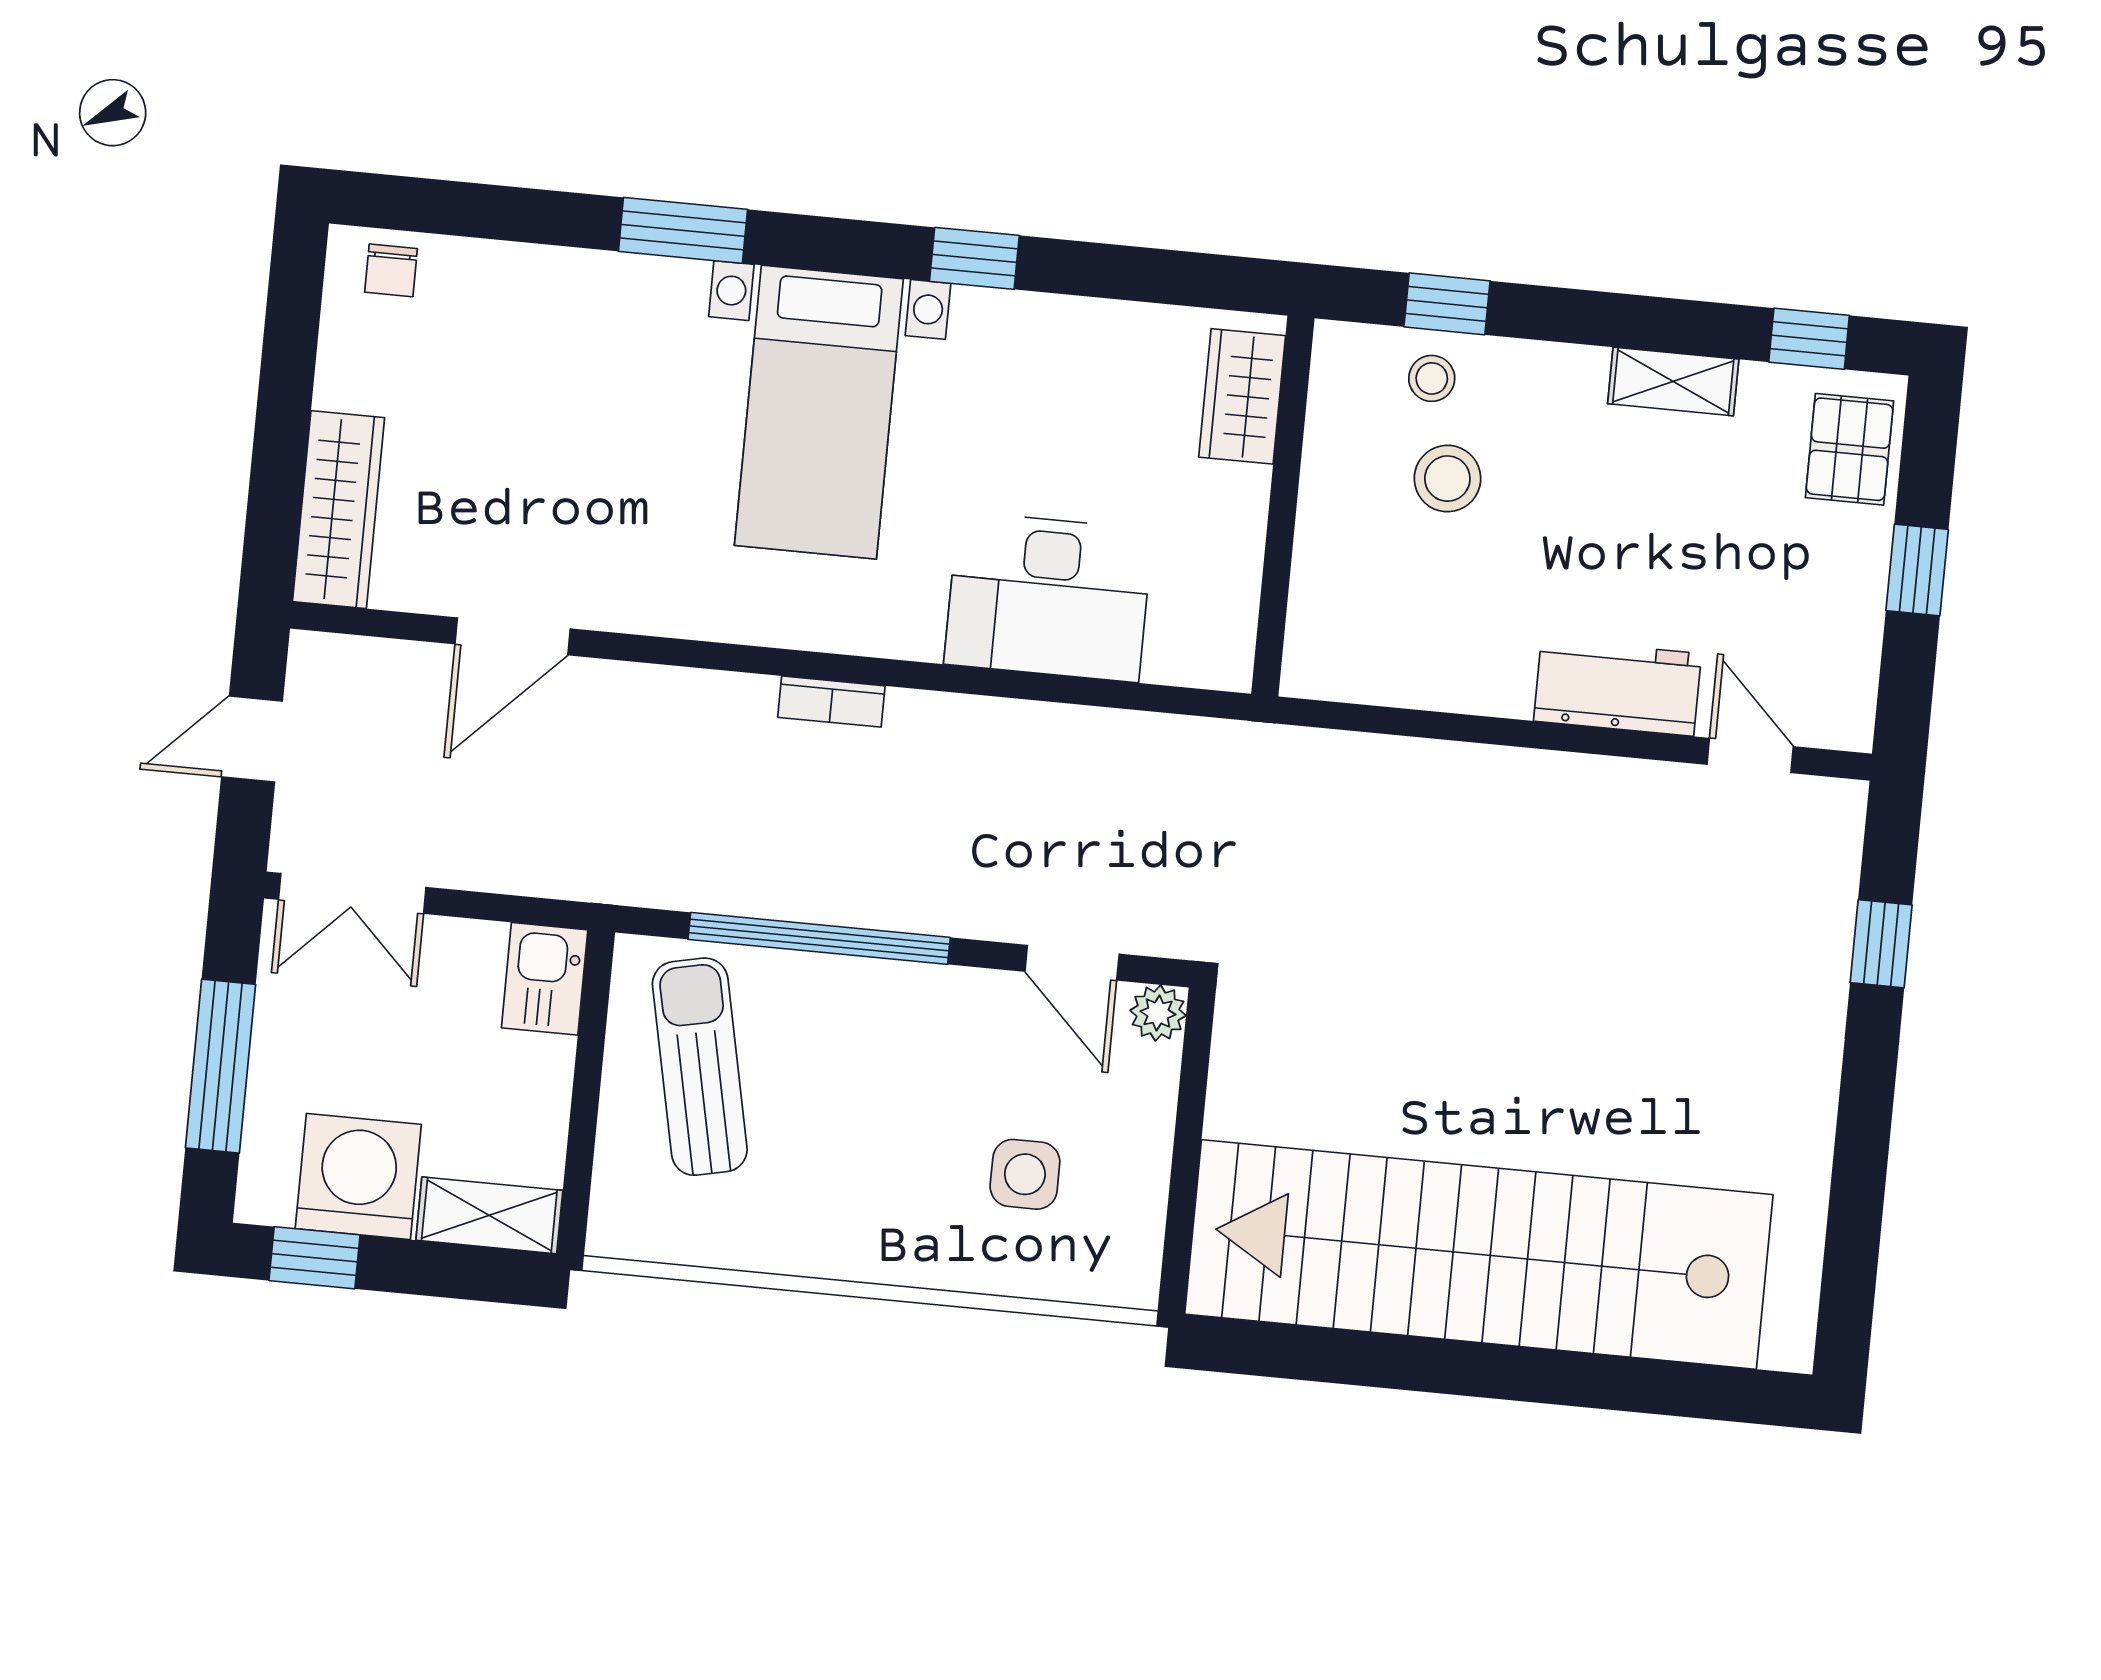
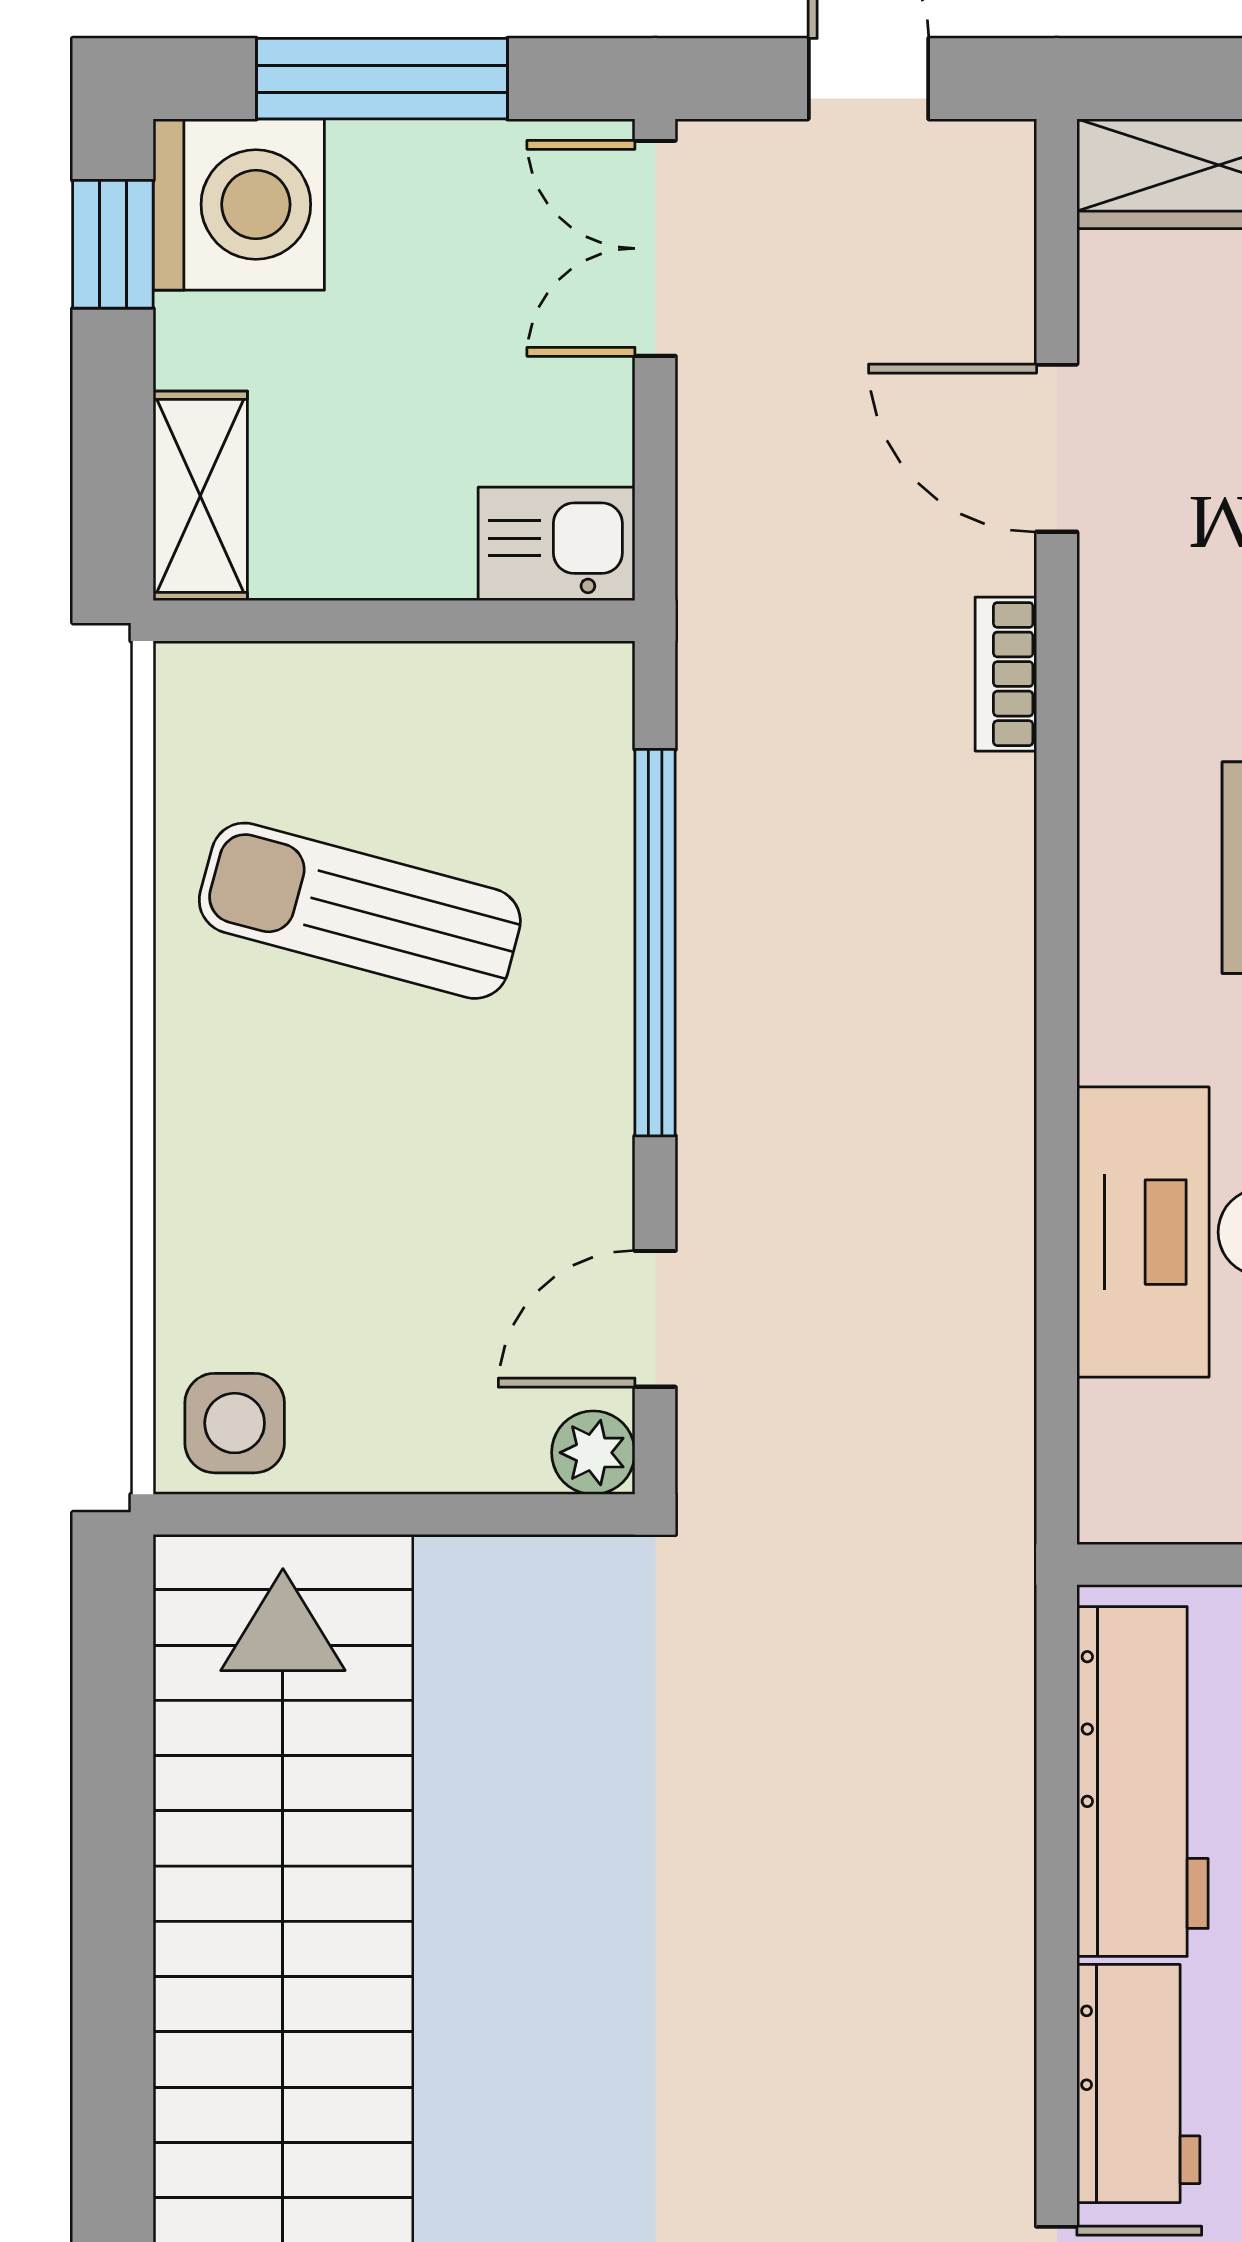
workbench: (1415, 665) -> (1142, 1781), added
bookcase: (831, 702) -> (1006, 674), moved
sun lounger: (700, 1067) -> (360, 911), moved, turned -153
side table: (1025, 1174) -> (235, 1423), moved
washing machine: (358, 1177) -> (239, 204), moved

